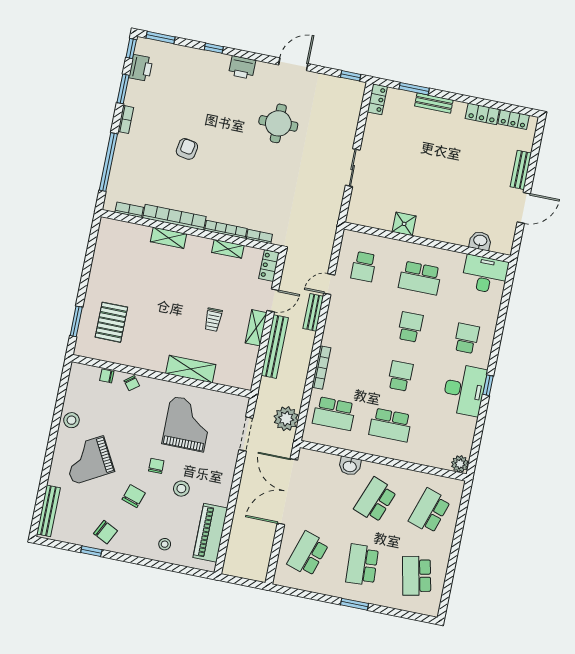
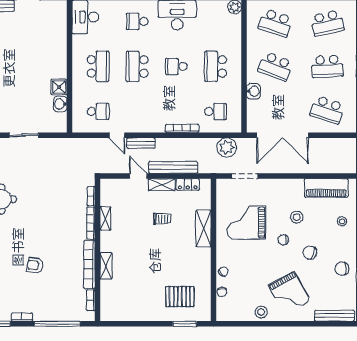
washbasin: (480, 241) -> (60, 104), moved
locker: (269, 266) -> (188, 184), moved
school desk: (410, 327) -> (137, 66), width x1.85
school desk: (334, 414) -> (216, 111), width x0.54
school desk: (390, 425) -> (216, 66), turned 180
chair: (105, 532) -> (342, 269), turned -117

